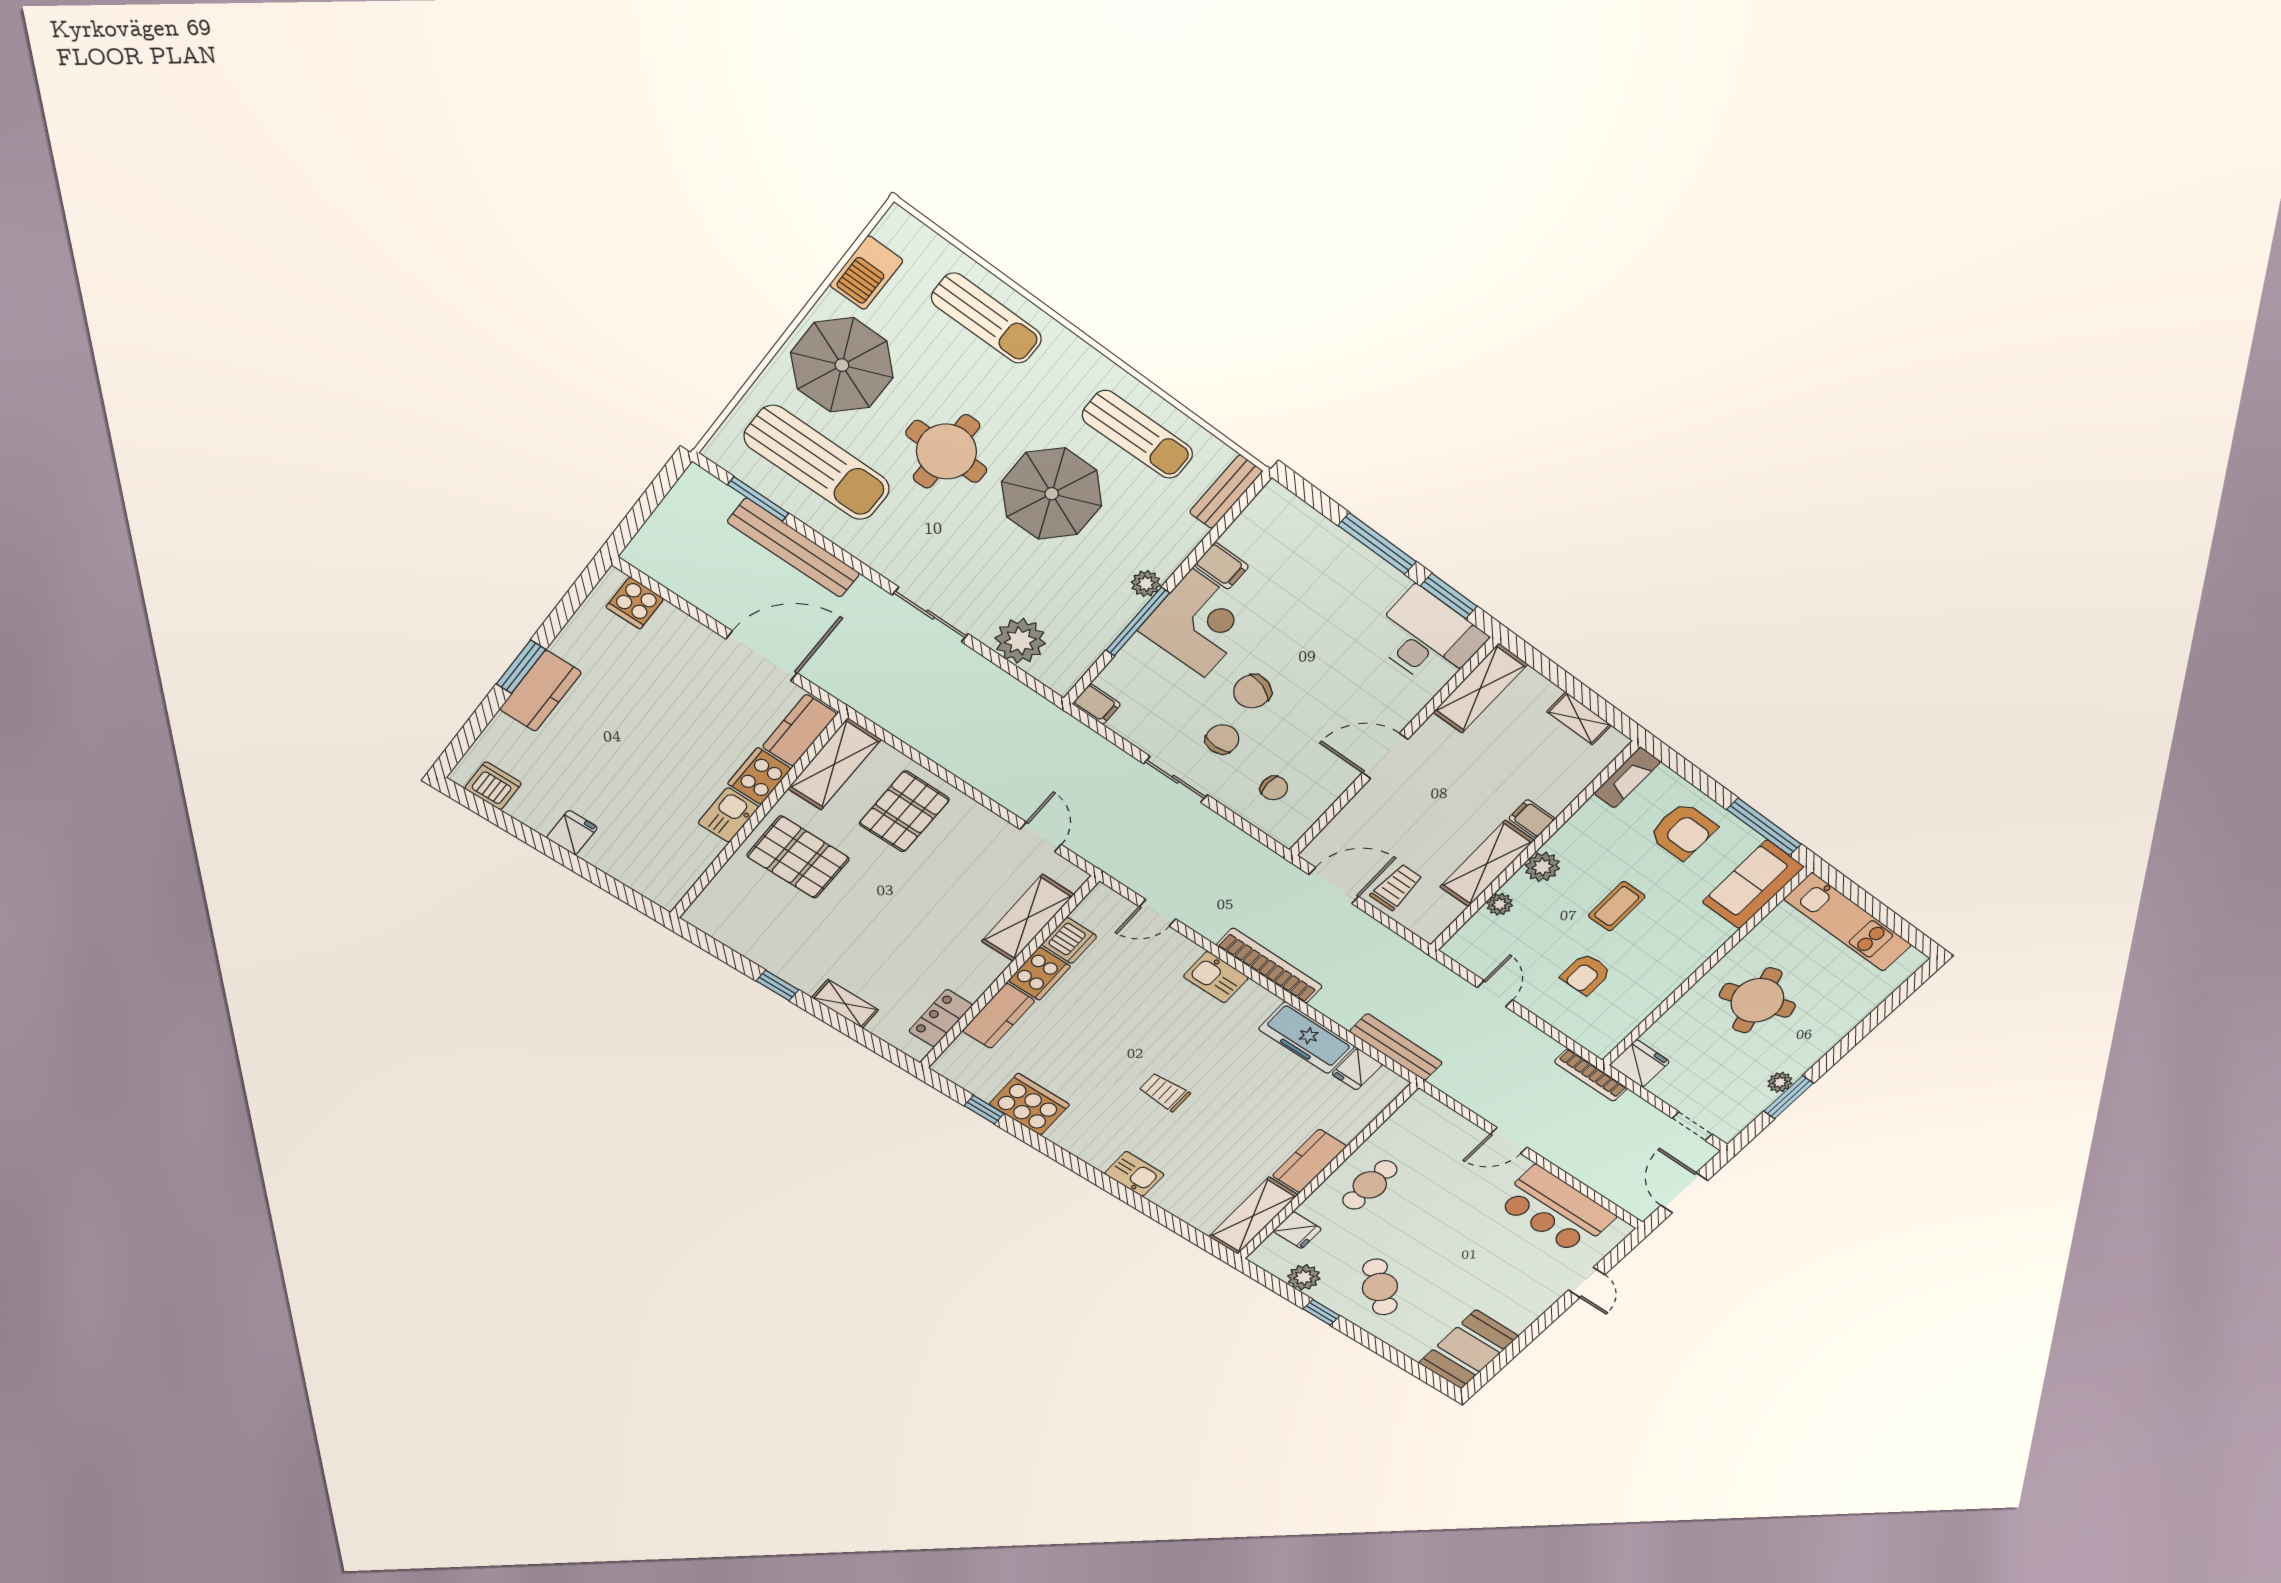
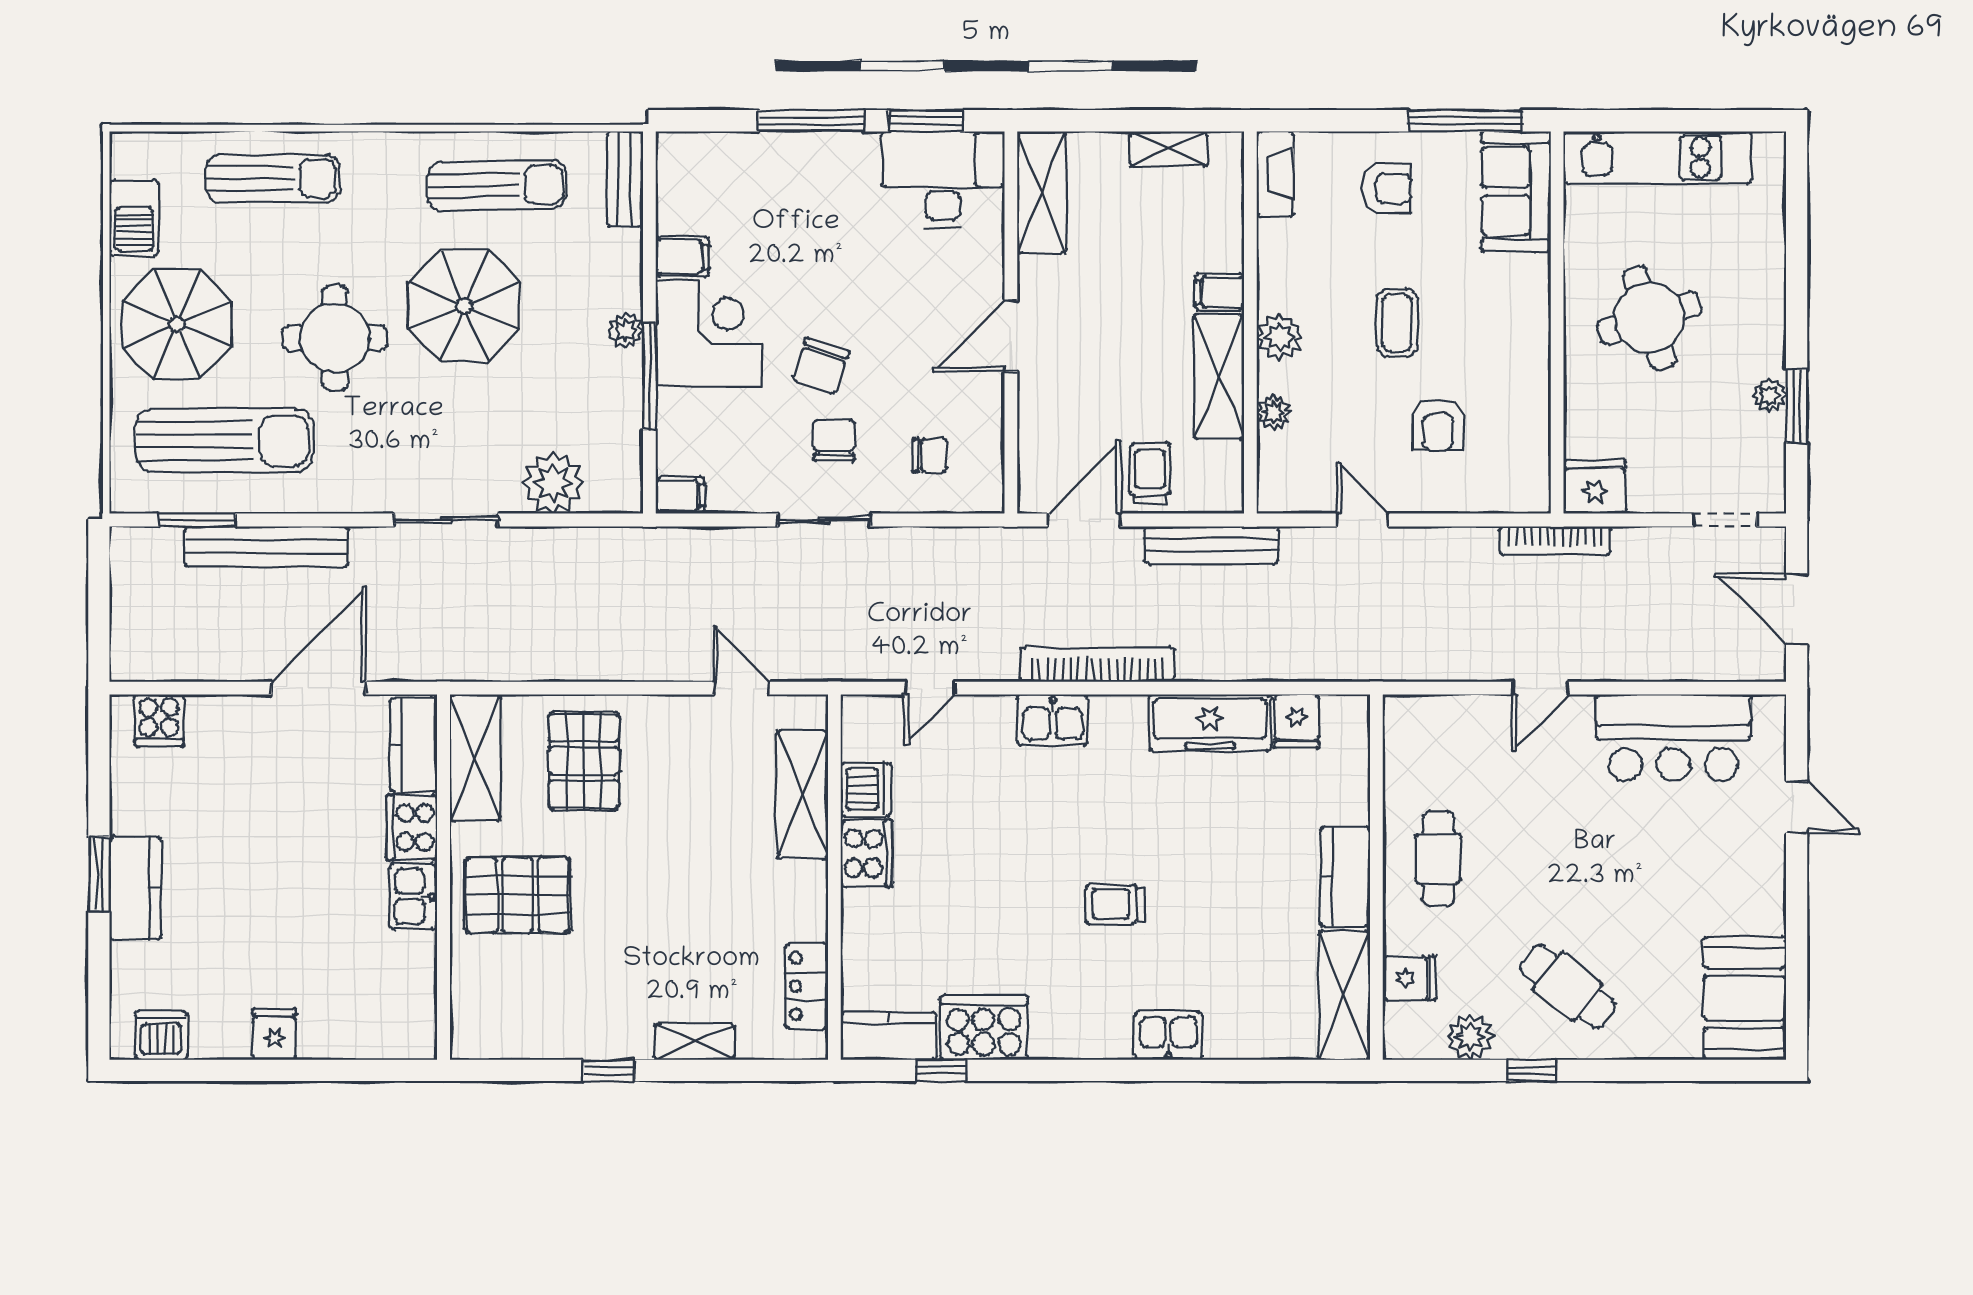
armchair: (1683, 831) -> (1387, 189), width x0.72, depth x0.72
kitchen counter: (999, 1016) -> (889, 1036), moved, turned -90
bench: (1396, 1047) -> (1211, 545), moved

